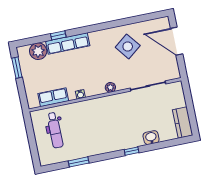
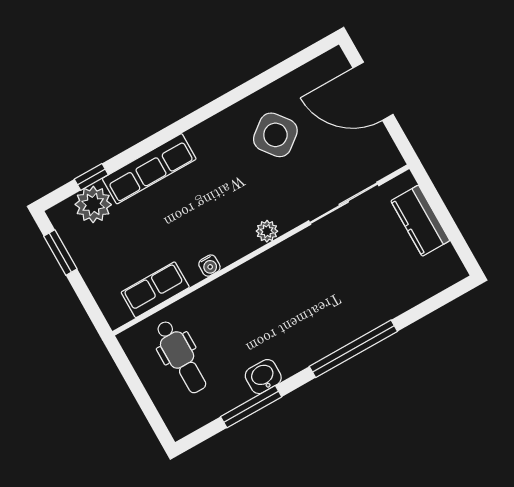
window: (58, 35) -> (91, 177), moved
kitchen counter: (183, 123) -> (420, 221), moved
washbasin: (151, 138) -> (263, 377), moved
window: (132, 151) -> (353, 349), width x3.17
window: (79, 162) -> (251, 407), width x1.44

